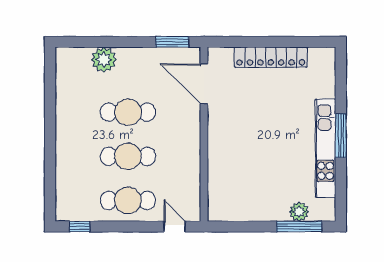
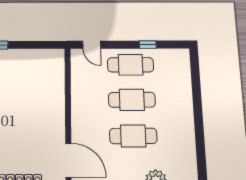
window: (80, 227) -> (148, 45), moved

